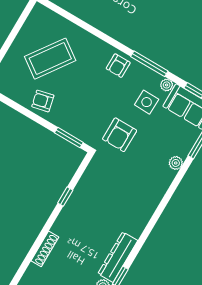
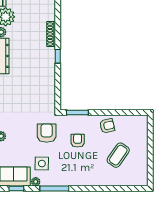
coffee table: (50, 59) -> (118, 155), width x0.73, depth x0.76
armchair: (118, 66) -> (78, 141), moved
window: (65, 197) -> (58, 56), moved

